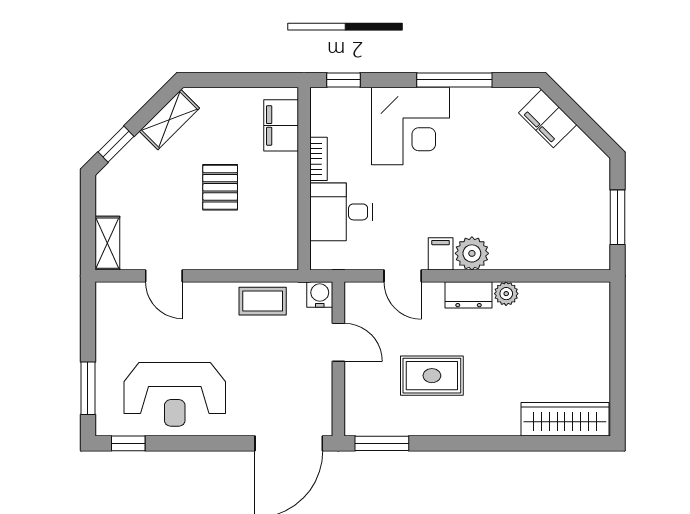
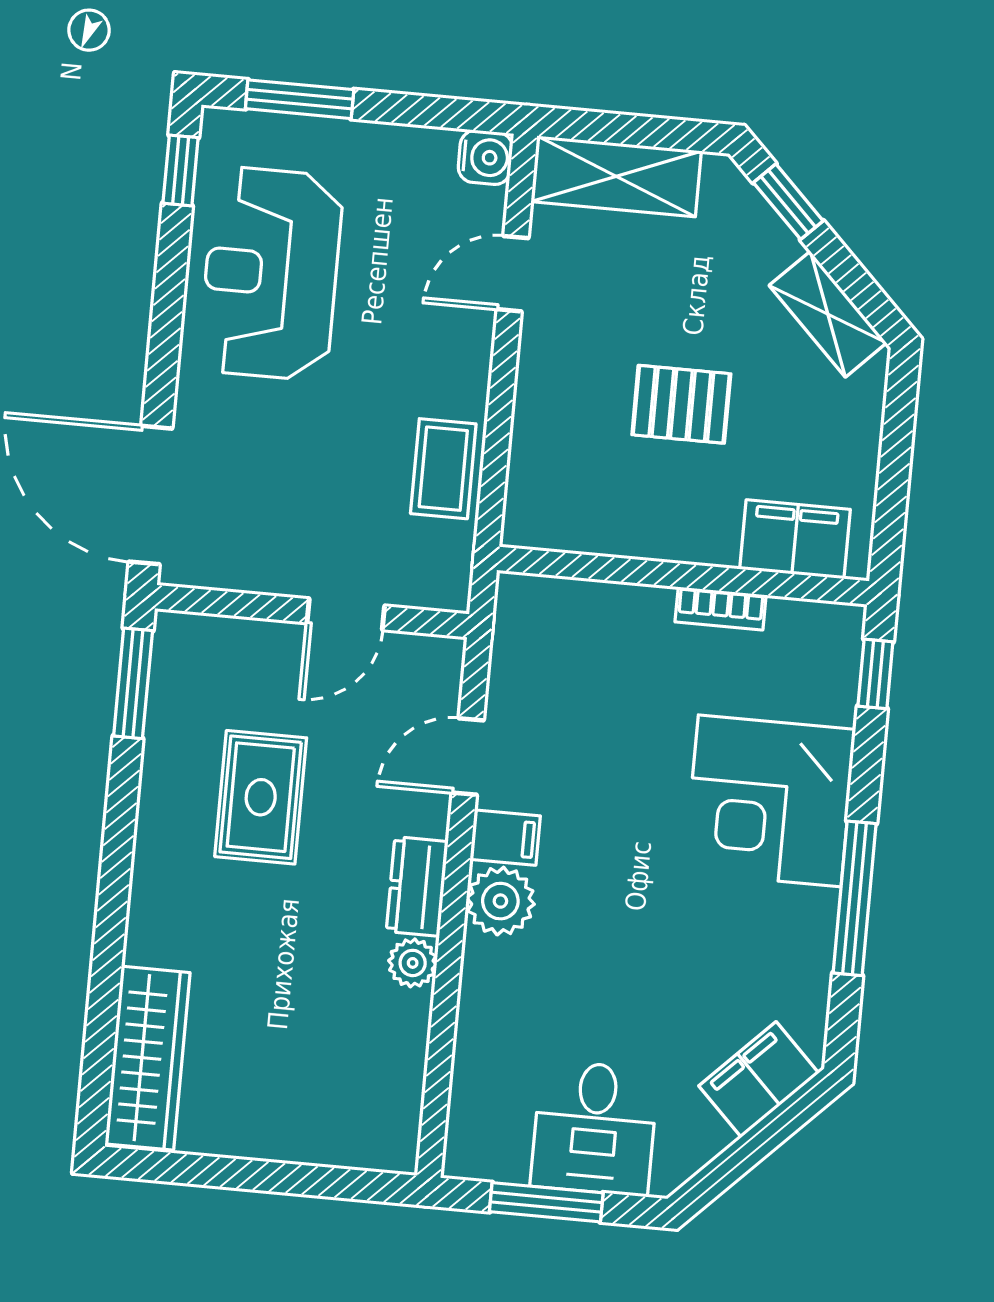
desk: (341, 212) -> (594, 1128), moved, turned 180
shelving: (107, 243) -> (616, 176), width x1.50, depth x1.33
water cooler: (320, 295) -> (485, 157), moved

